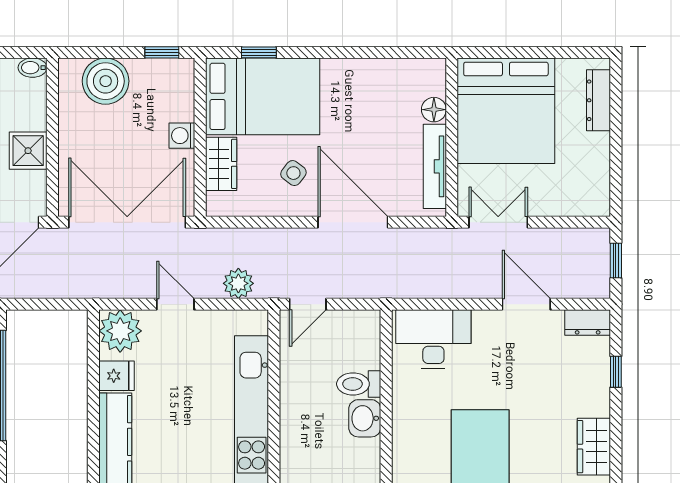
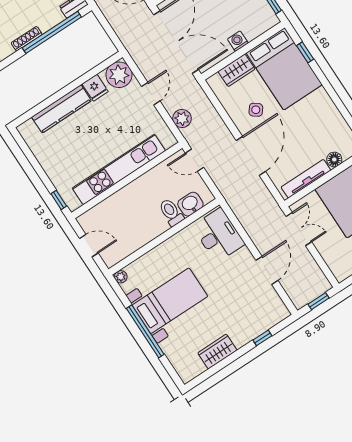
dresser: (588, 322) -> (278, 307), removed
washbasin: (365, 418) -> (190, 204), moved

